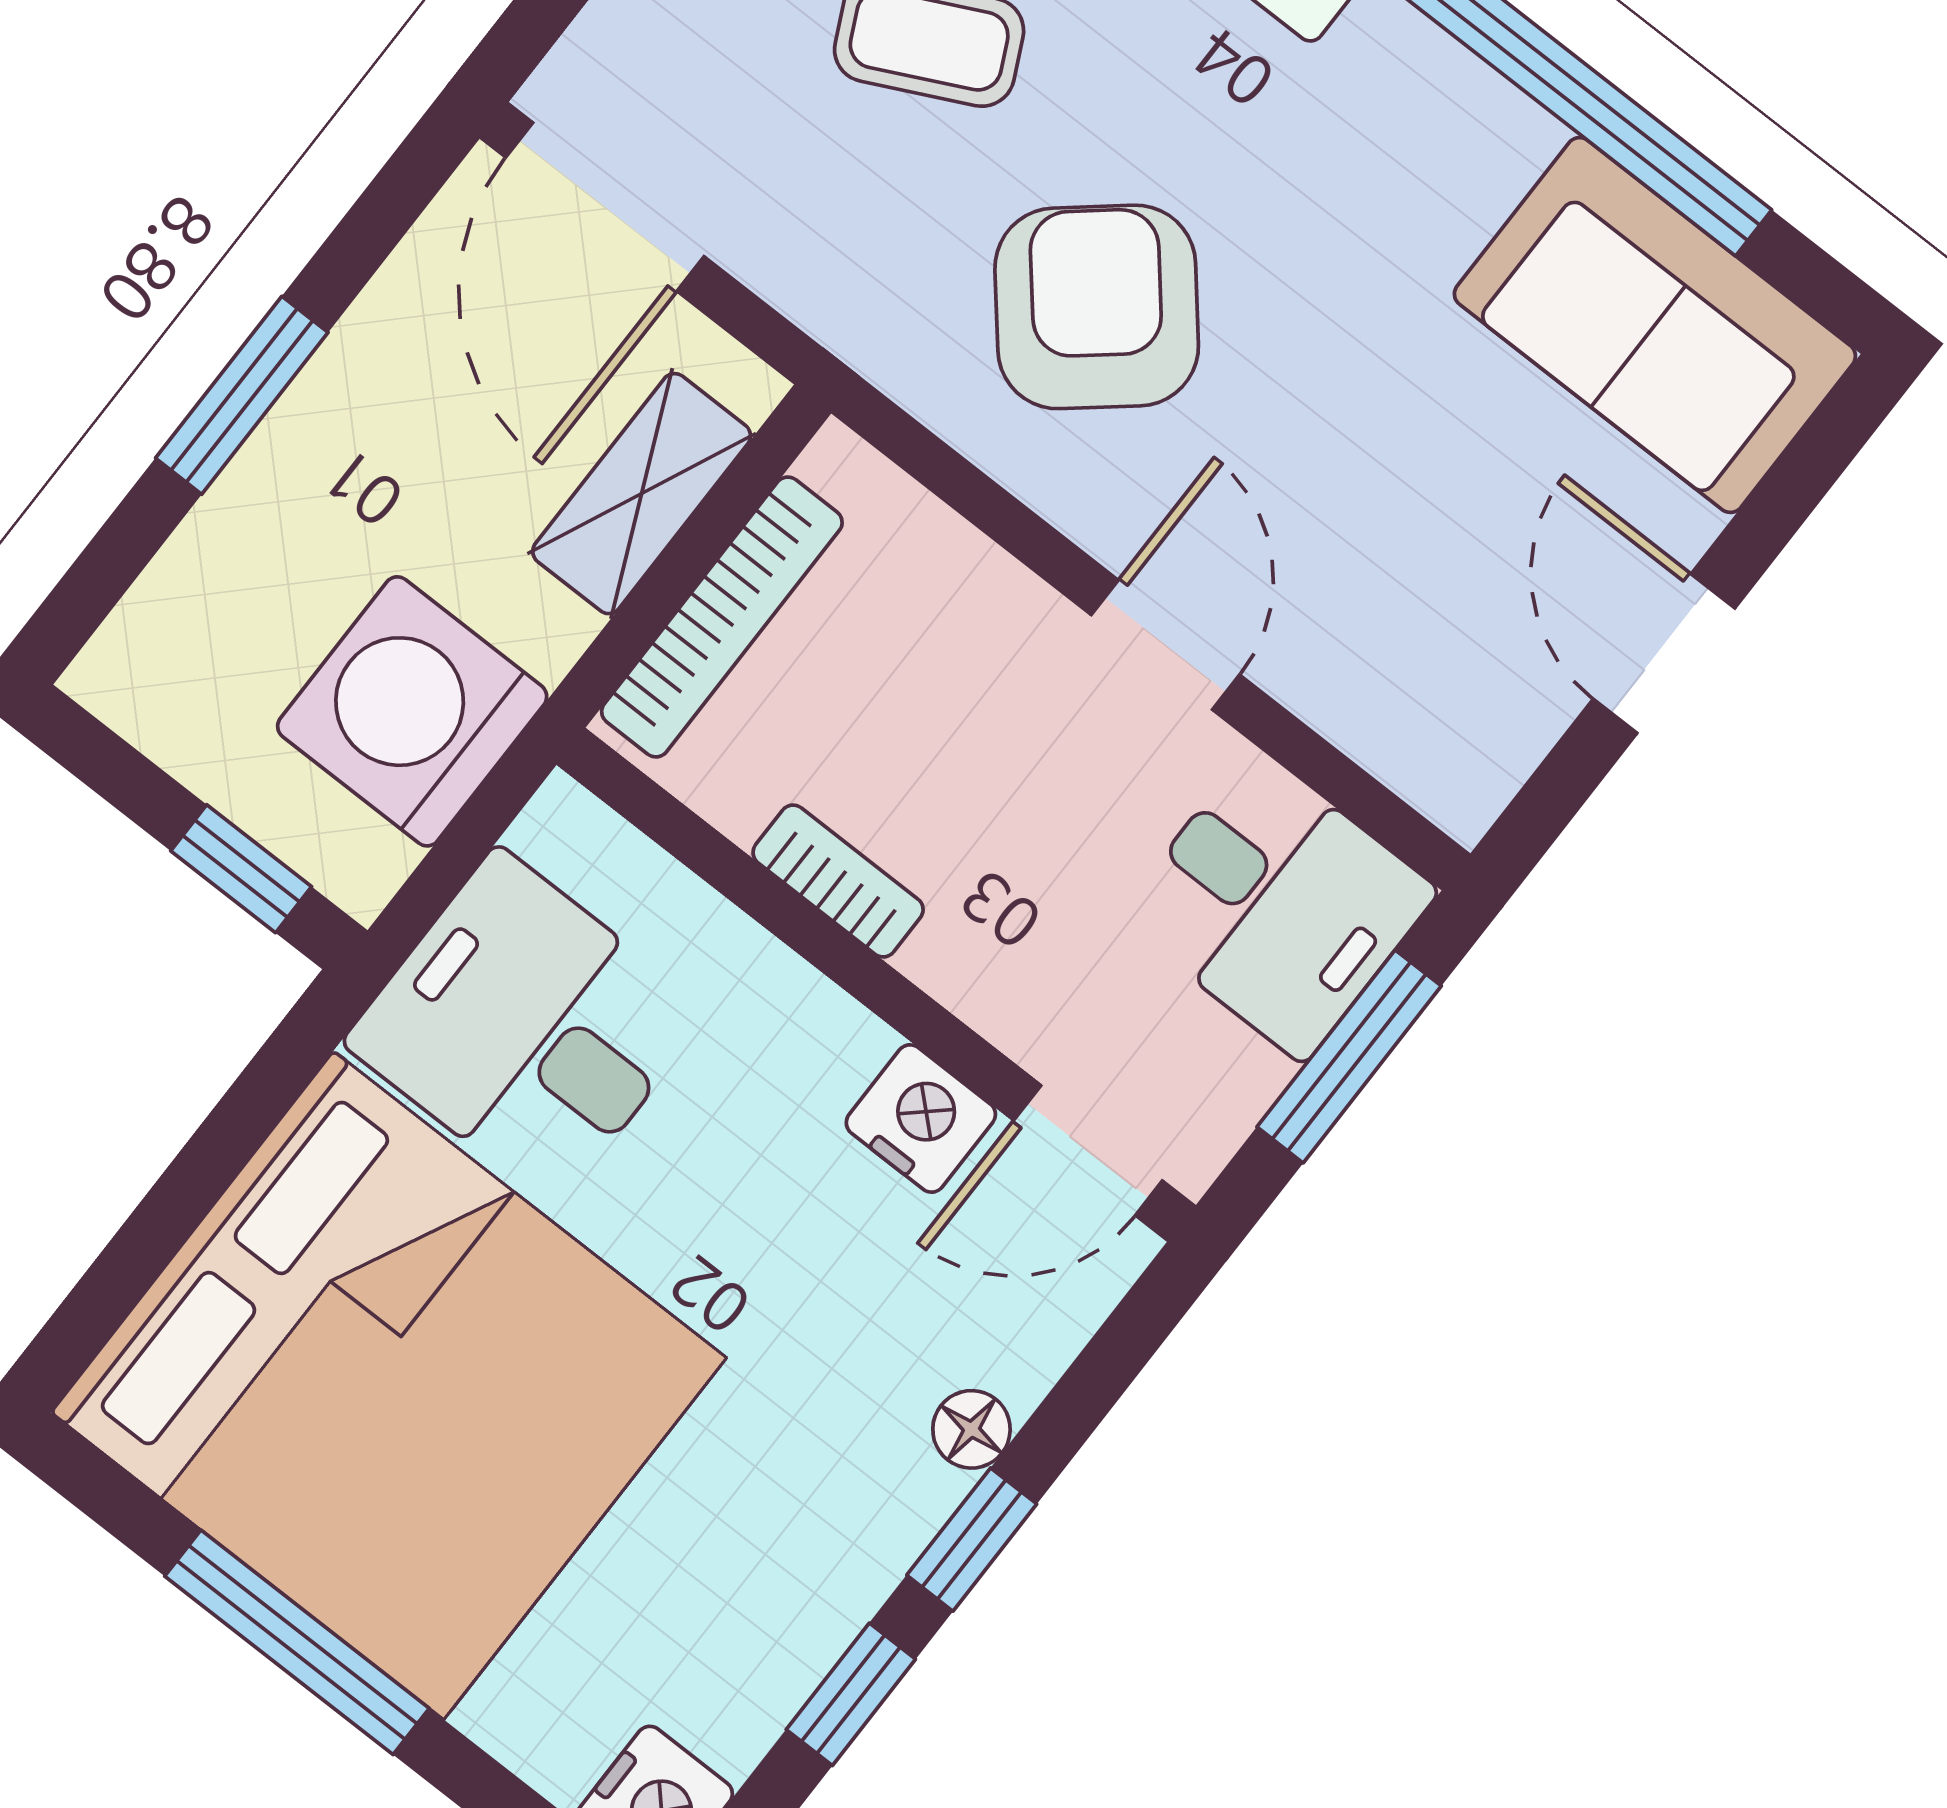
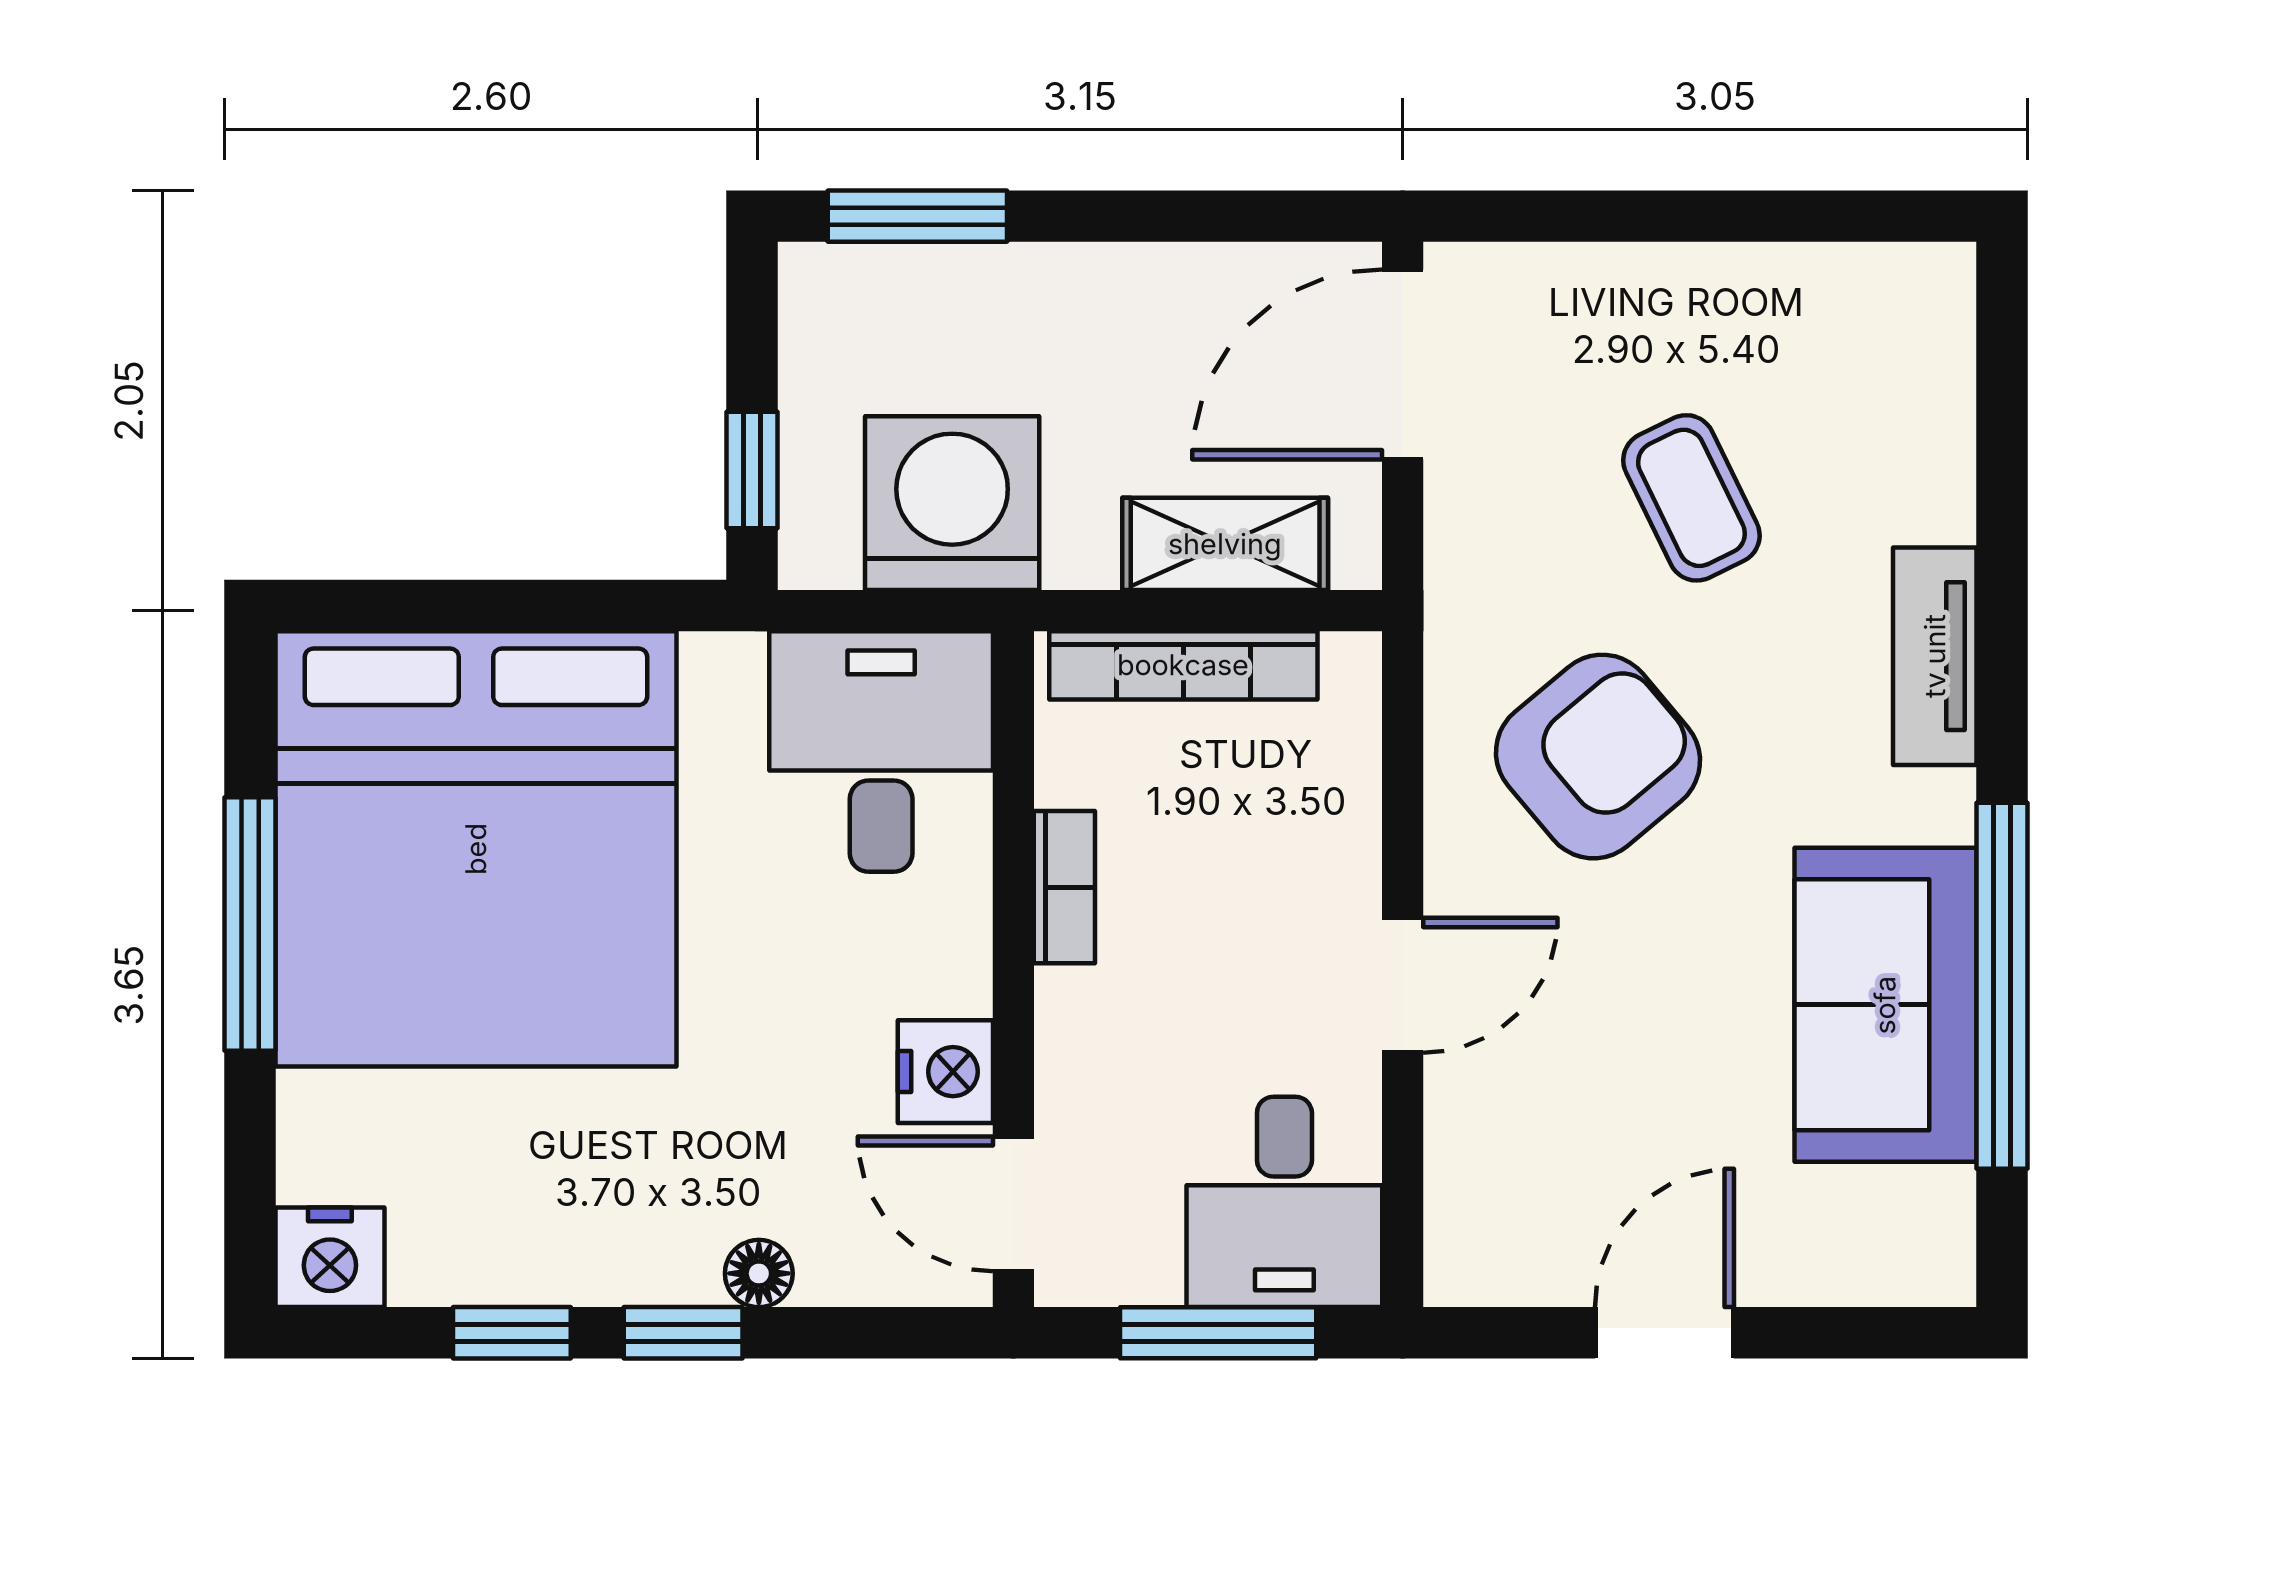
sofa: (1655, 325) -> (1885, 1005), moved
window: (242, 395) -> (917, 216), moved
desk: (527, 1027) -> (881, 751), moved

